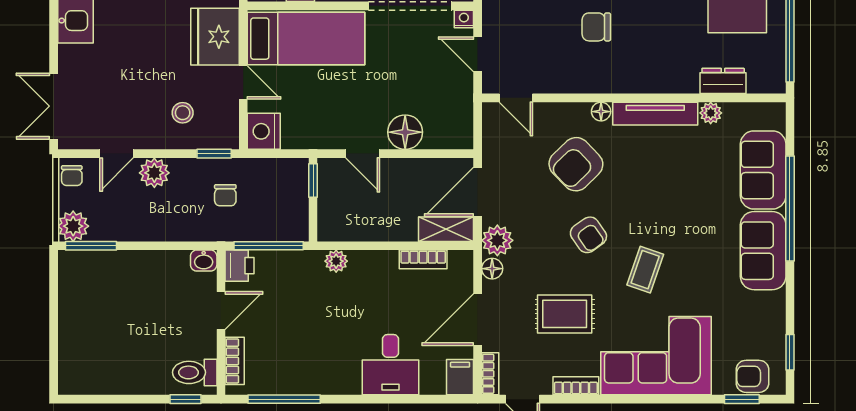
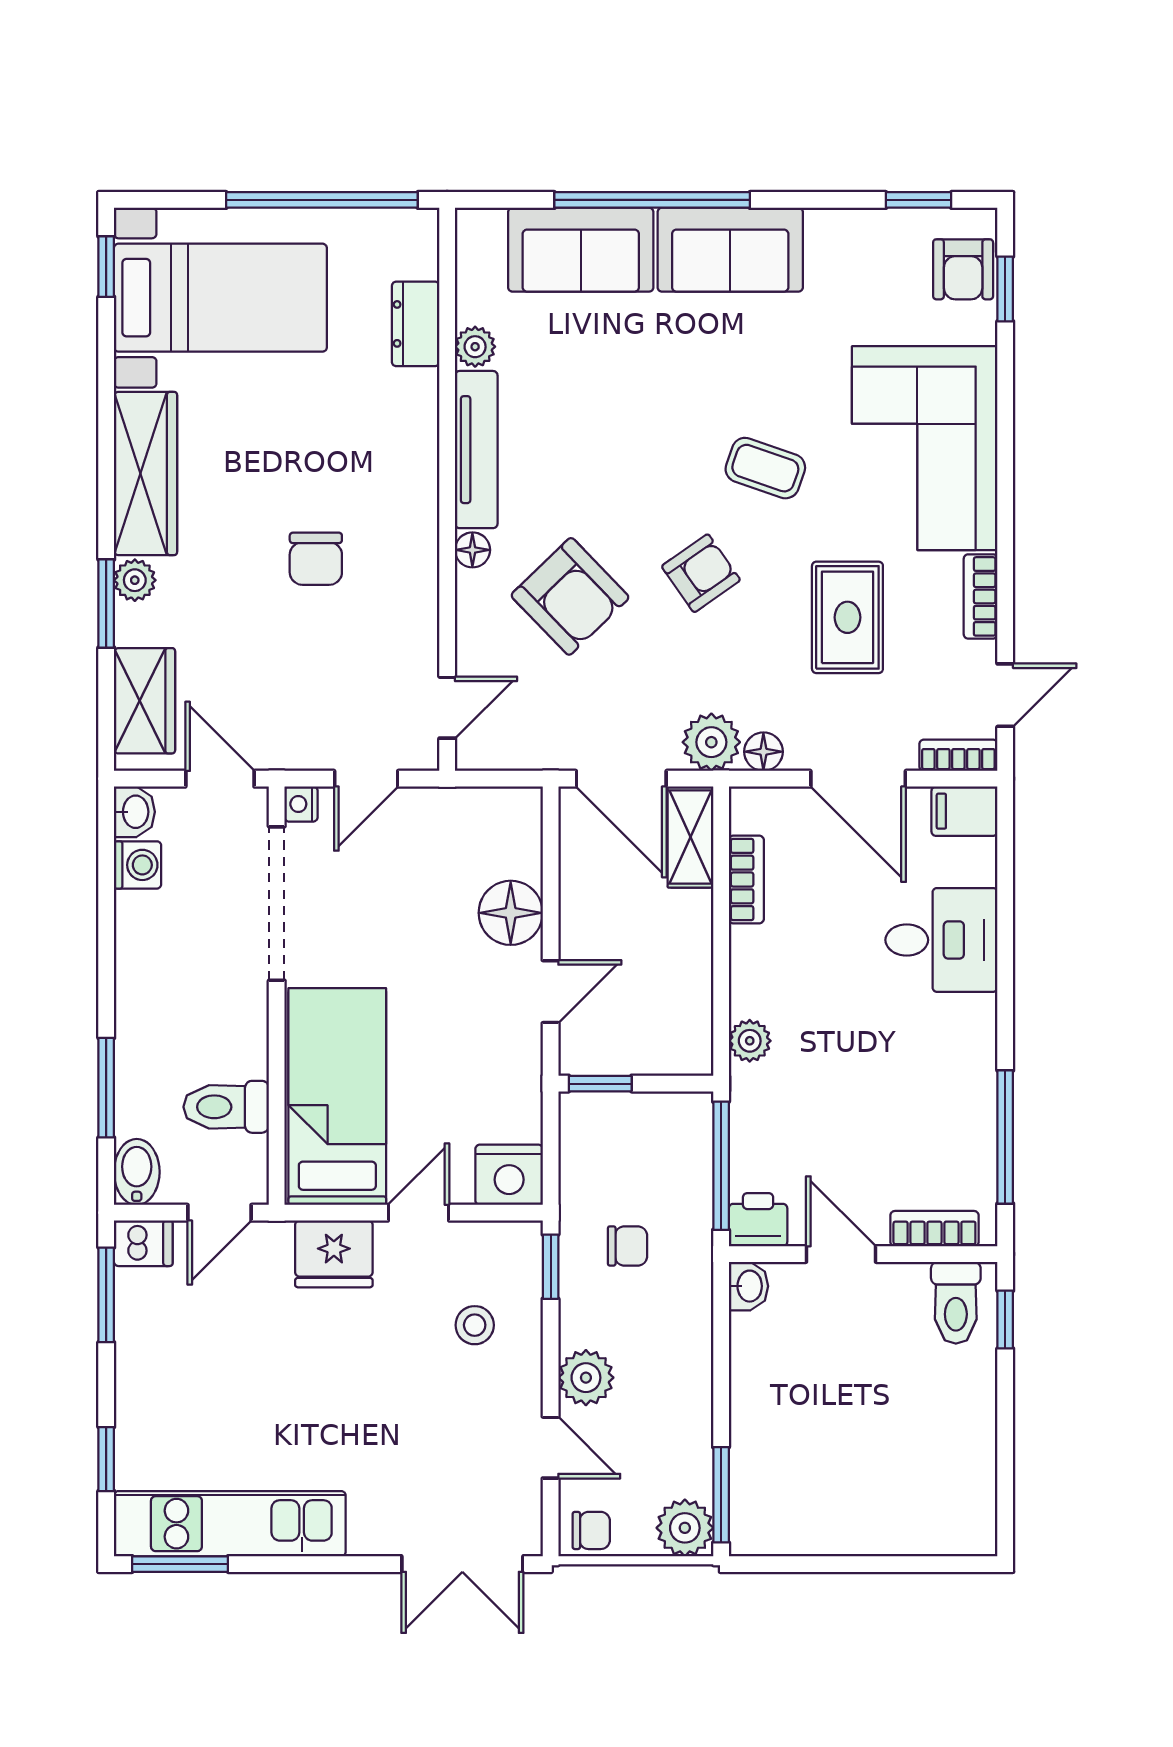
fridge: (215, 37) -> (334, 1254), width x0.73, depth x0.75

